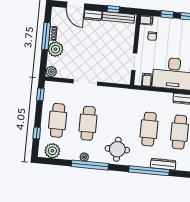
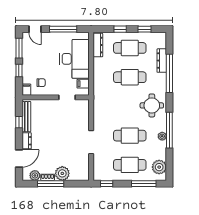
plant: (51, 72) -> (35, 175), moved
window: (37, 133) -> (144, 184), width x2.17

